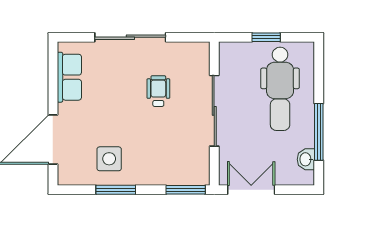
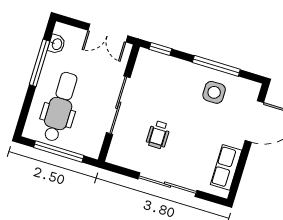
window: (266, 37) -> (59, 152), width x2.17
window: (116, 190) -> (216, 66), width x1.44
window: (186, 190) -> (160, 49), width x0.67

